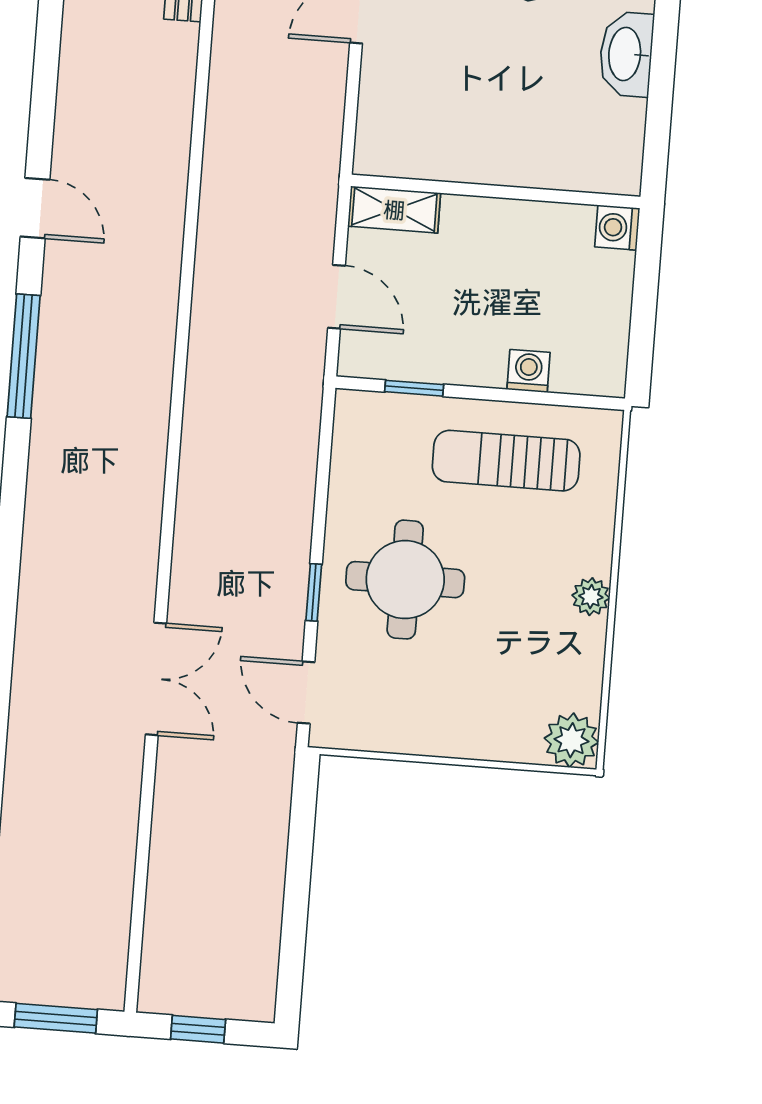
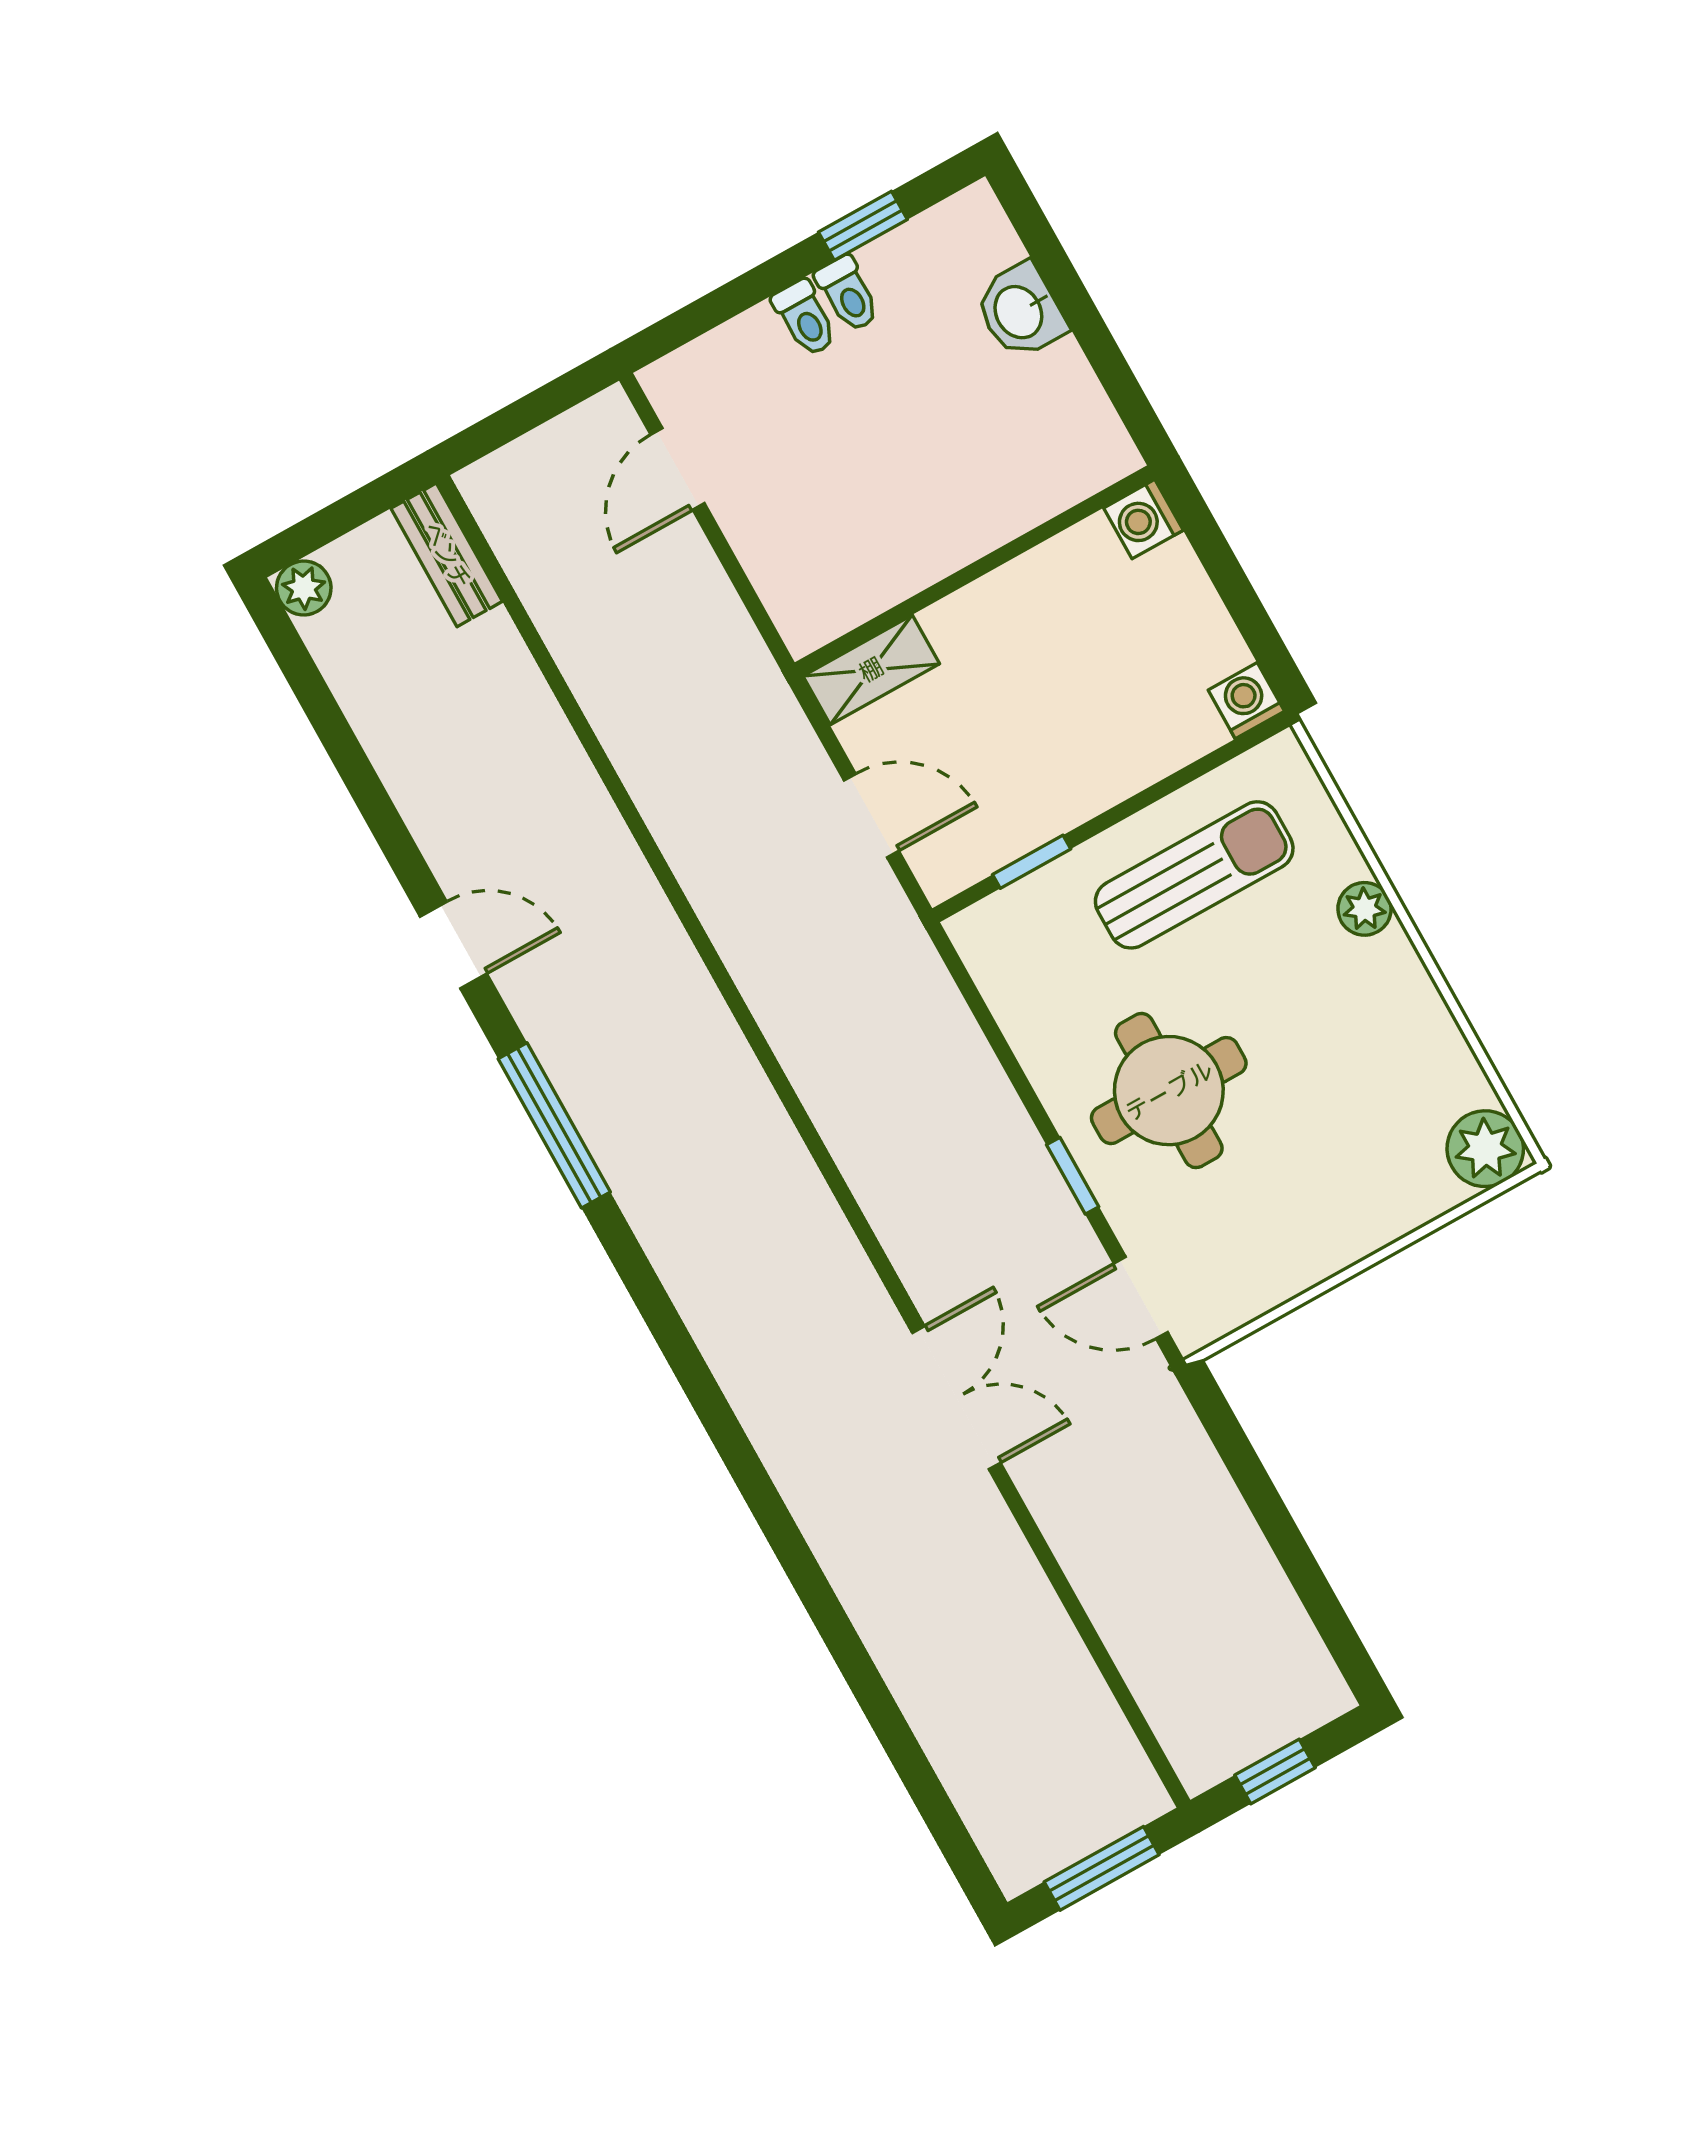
washbasin: (626, 54) -> (1020, 311), width x0.72
washing machine: (529, 371) -> (1246, 701), moved
sun lounger: (506, 461) -> (1194, 875), turned 180
plant: (591, 597) -> (1365, 909), moved

